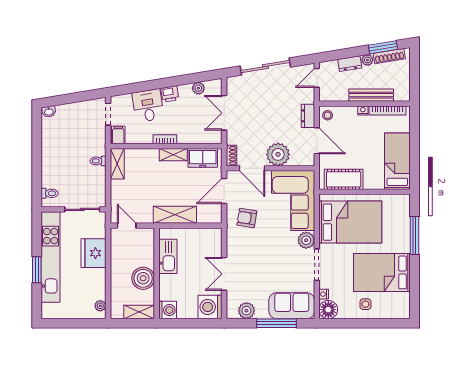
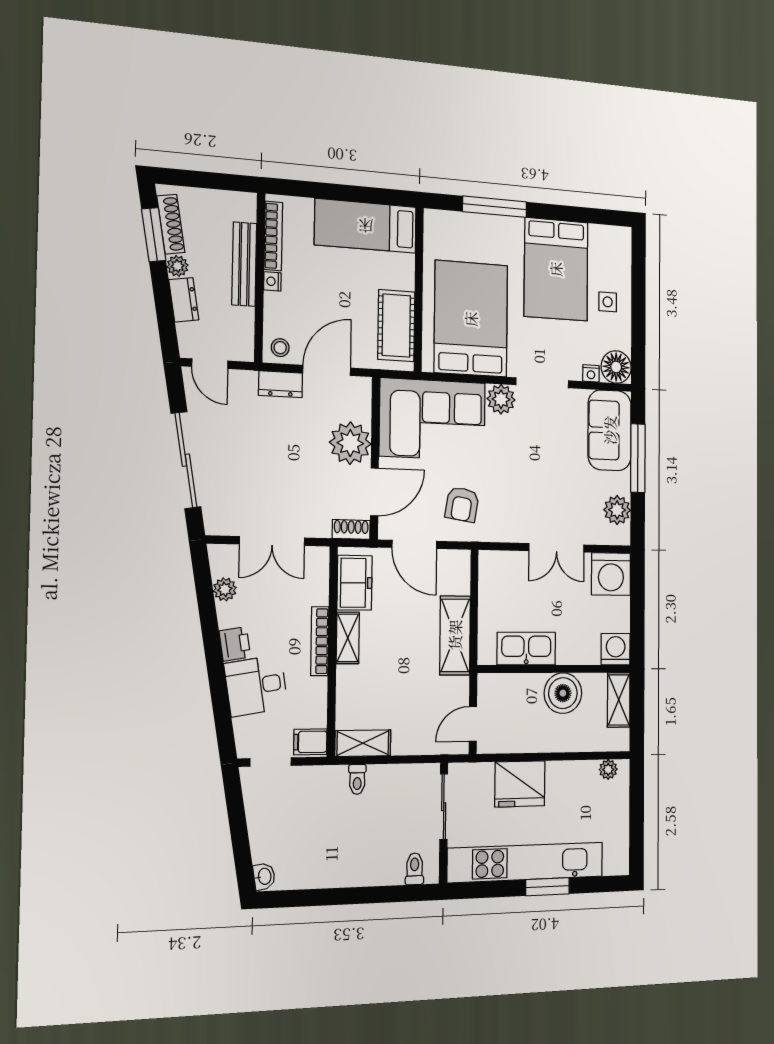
bookcase: (165, 139) -> (320, 641), width x1.56

